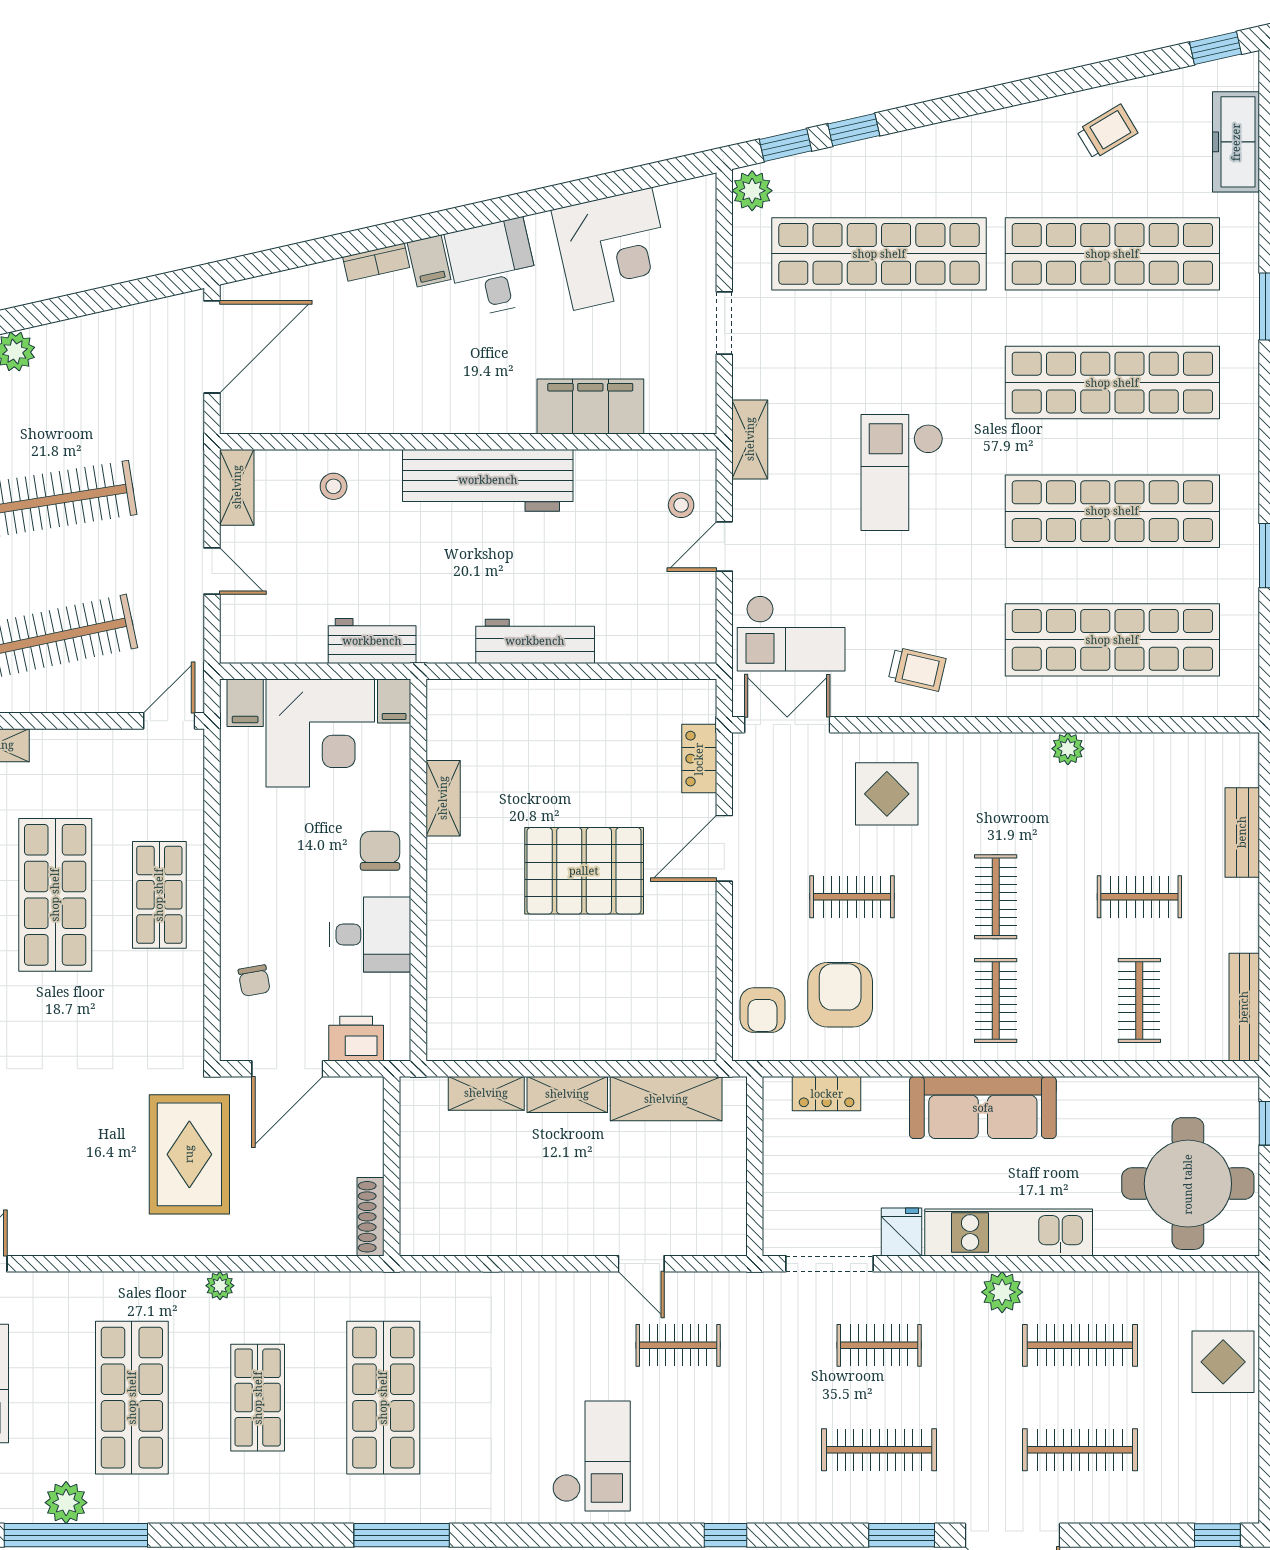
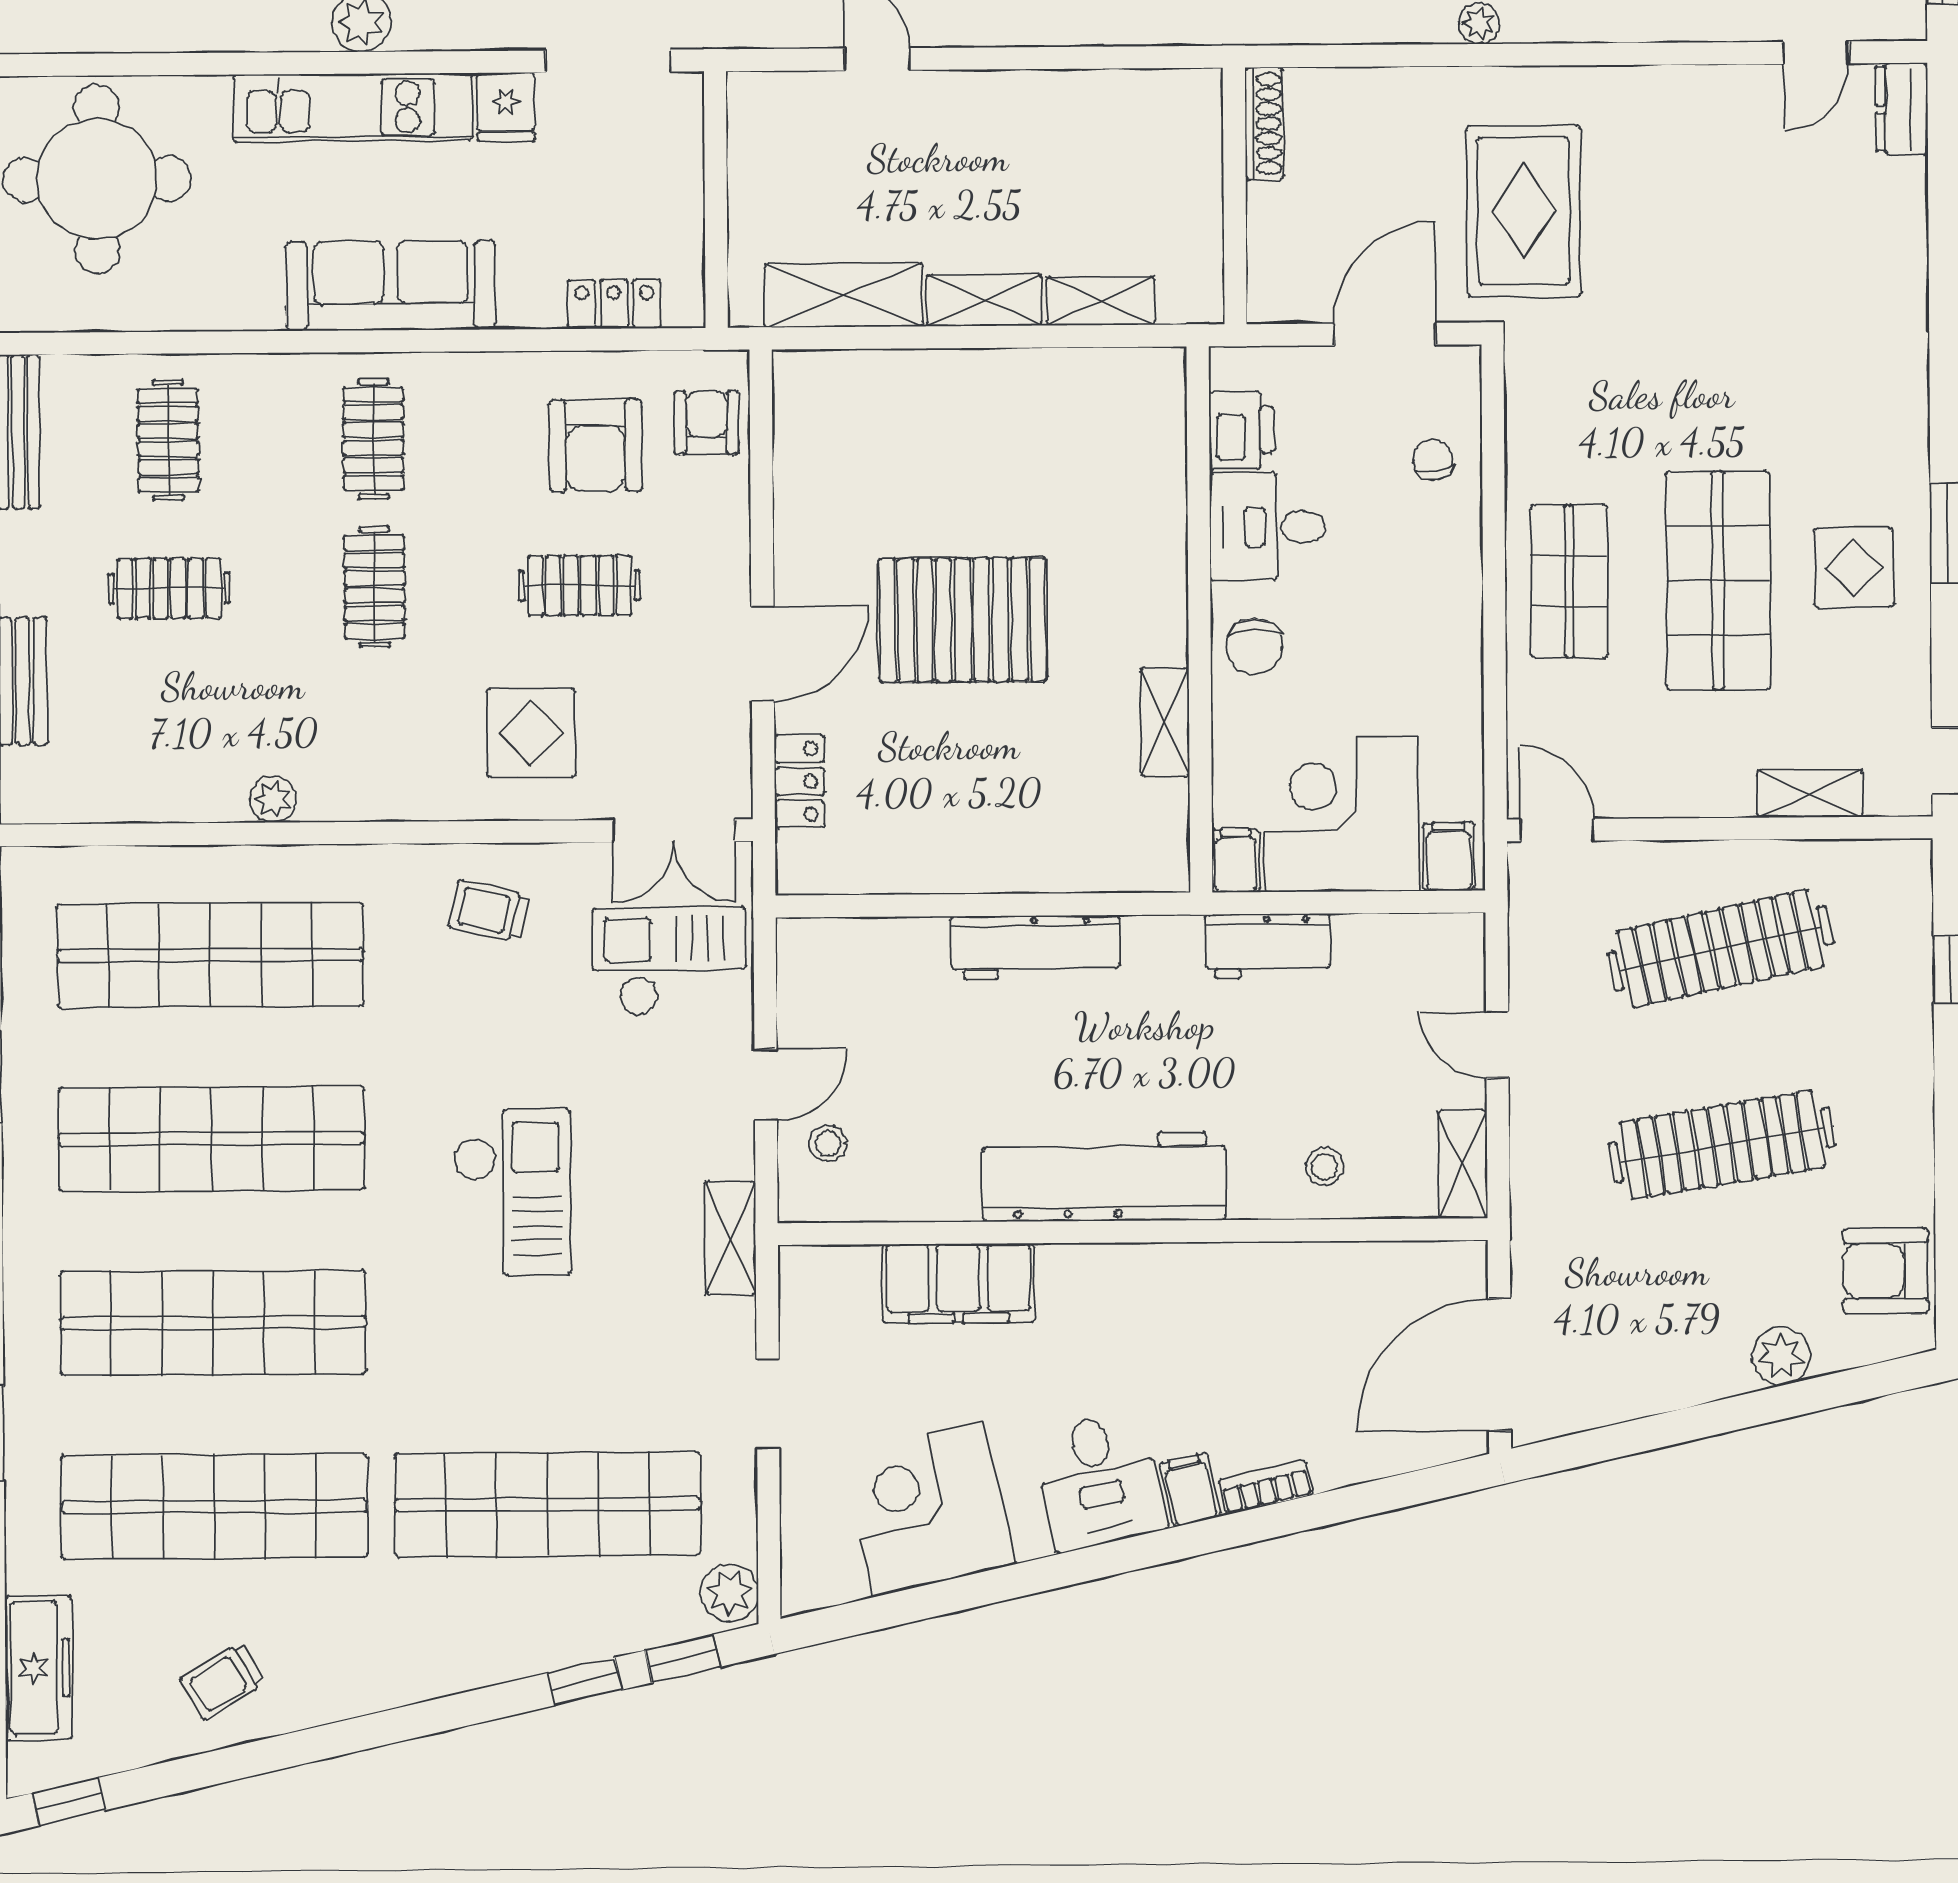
door: (169, 721) -> (1557, 830), swing flipped
printer: (356, 1039) -> (1241, 430), moved, turned -90

